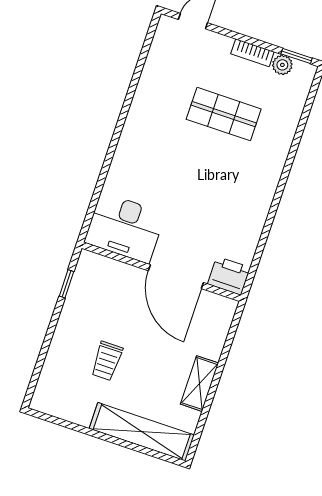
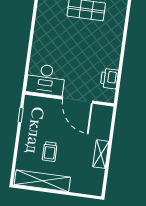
printer: (229, 276) -> (109, 79), moved, turned -90
shelving: (142, 432) -> (42, 181), moved

